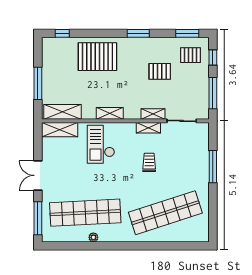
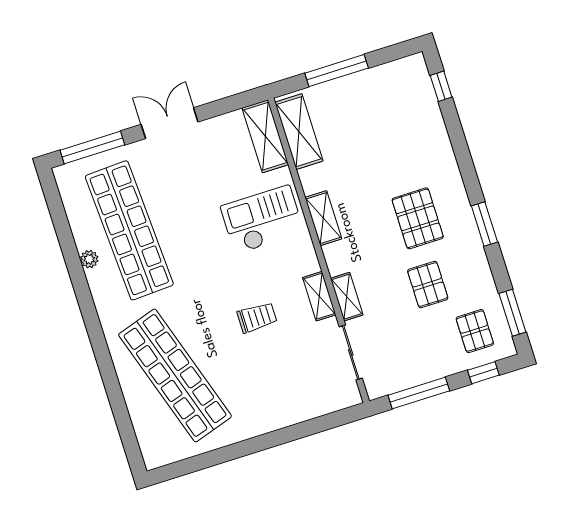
pallet: (97, 57) -> (418, 218), moved, width x0.73, depth x0.71
window: (213, 167) -> (286, 435), removed

